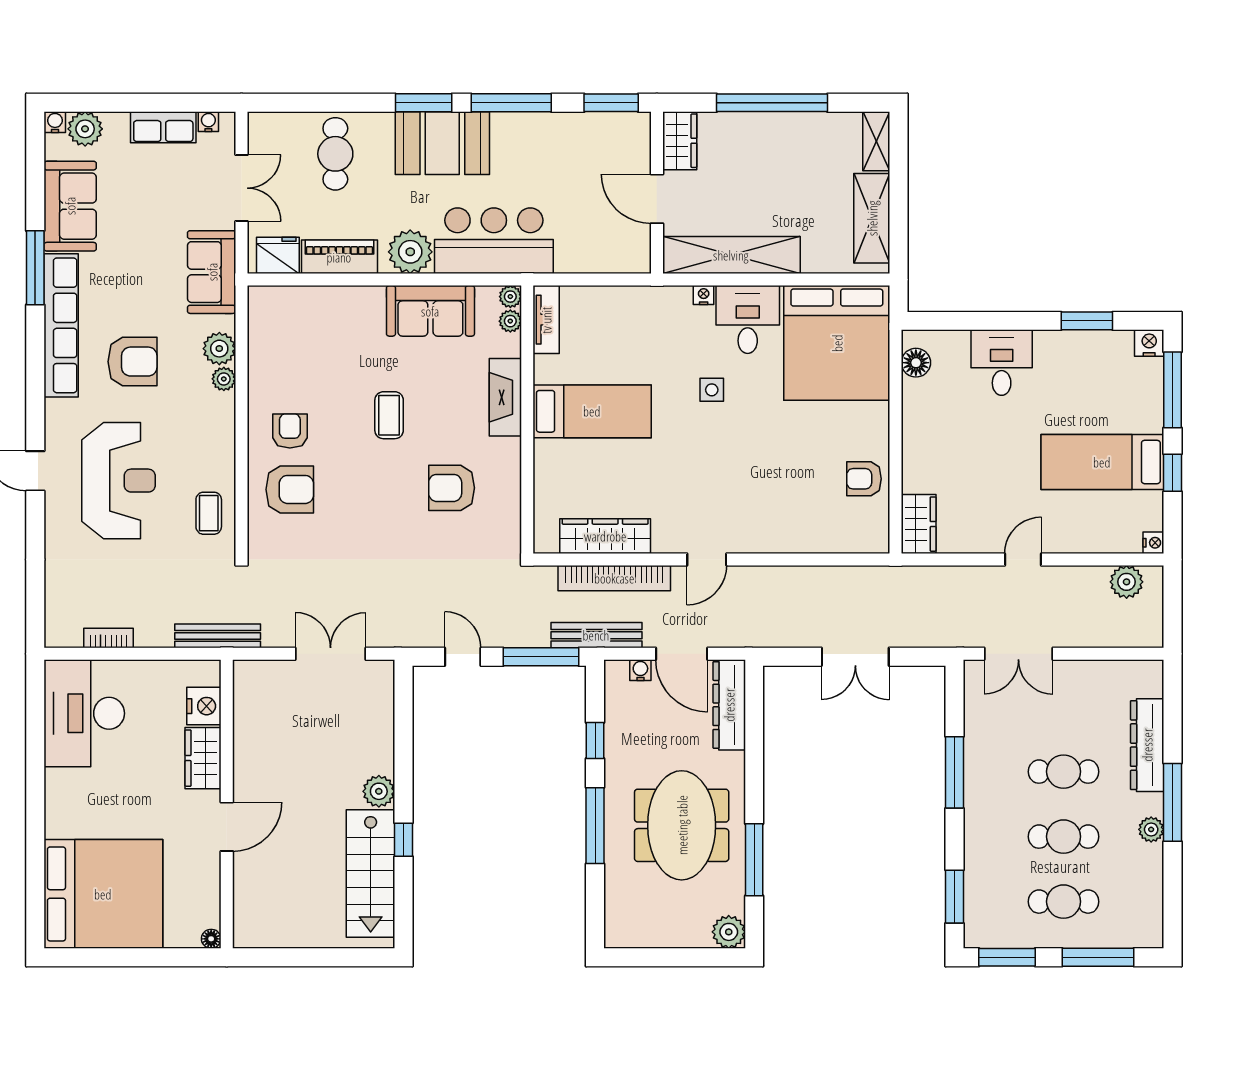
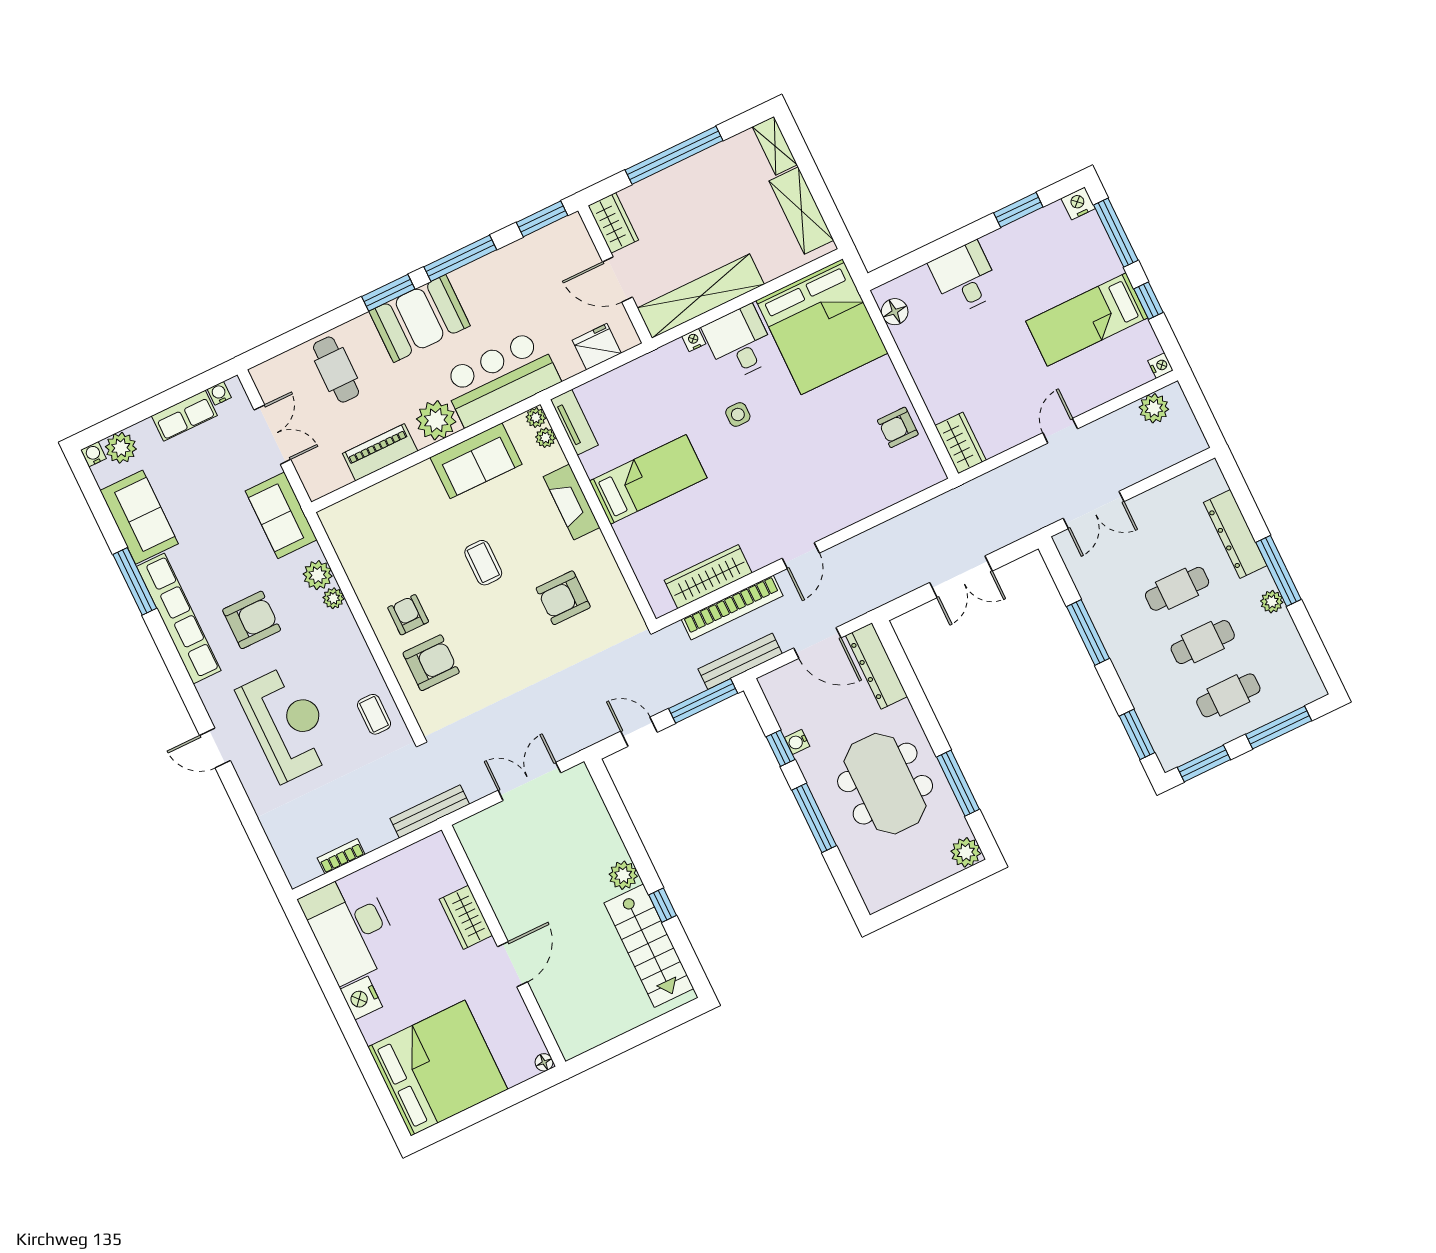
fridge: (278, 255) -> (597, 347), moved
water cooler: (640, 670) -> (797, 742), moved, turned -90
nightstand: (204, 706) -> (361, 998), moved, turned 180

